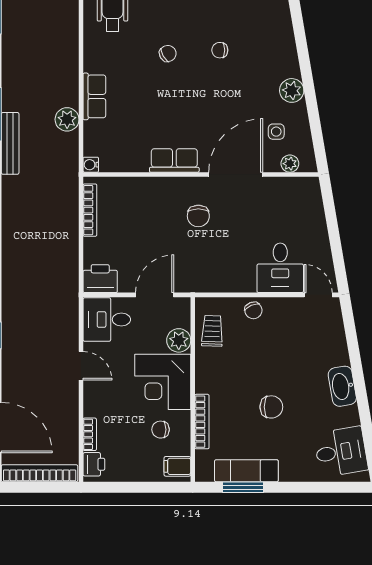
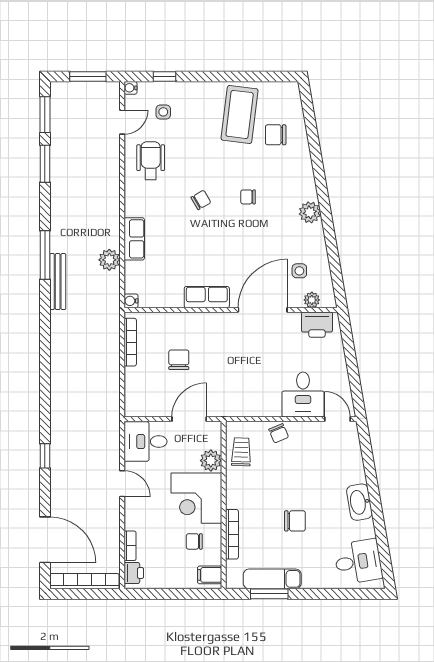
plant: (292, 90) -> (310, 212), moved
chair: (198, 216) -> (179, 360), moved, turned 180
printer: (100, 279) -> (317, 325), moved, turned 180

